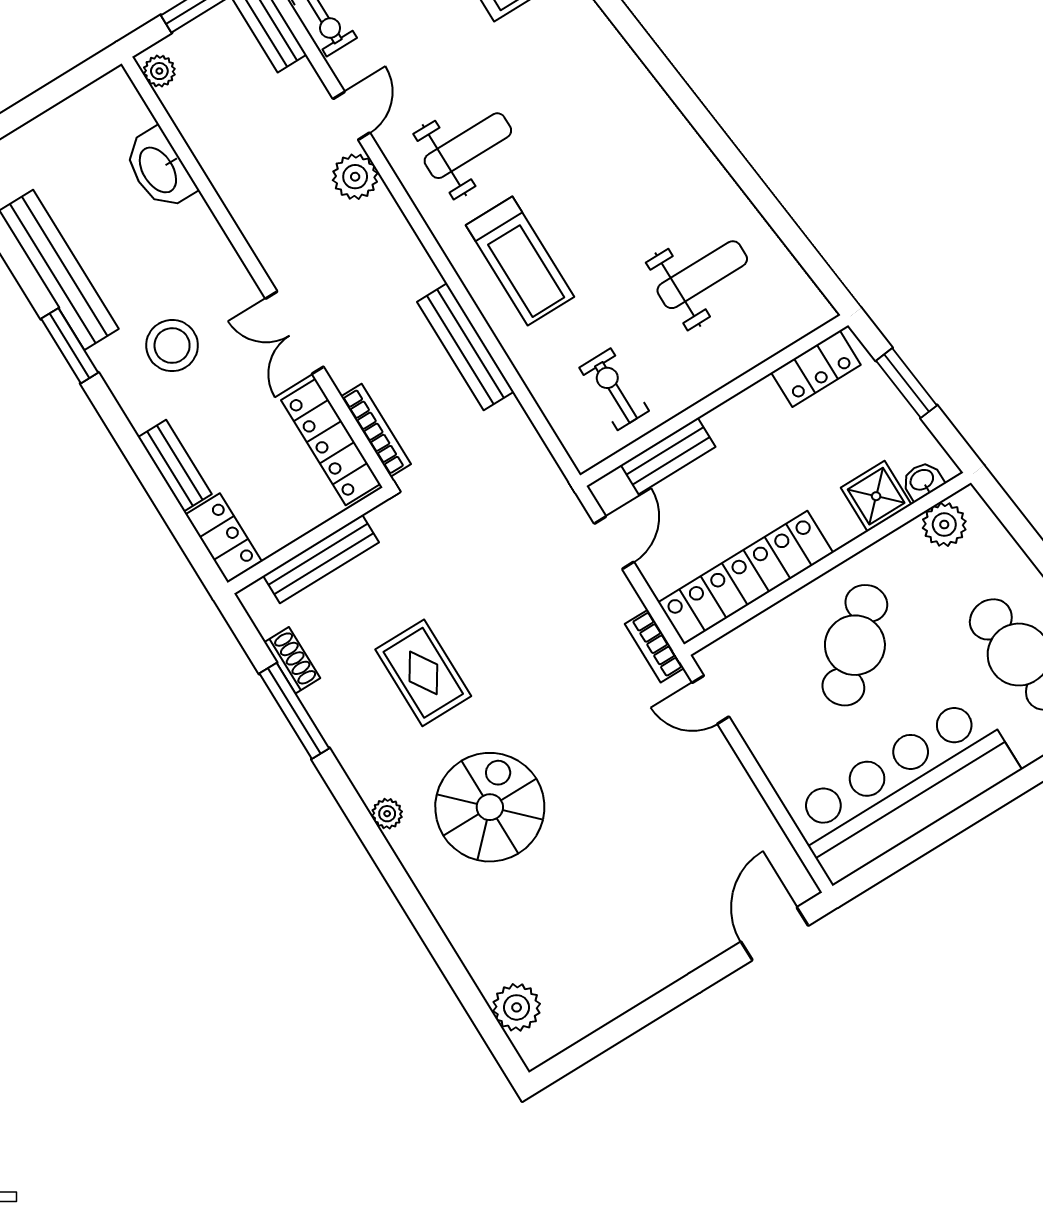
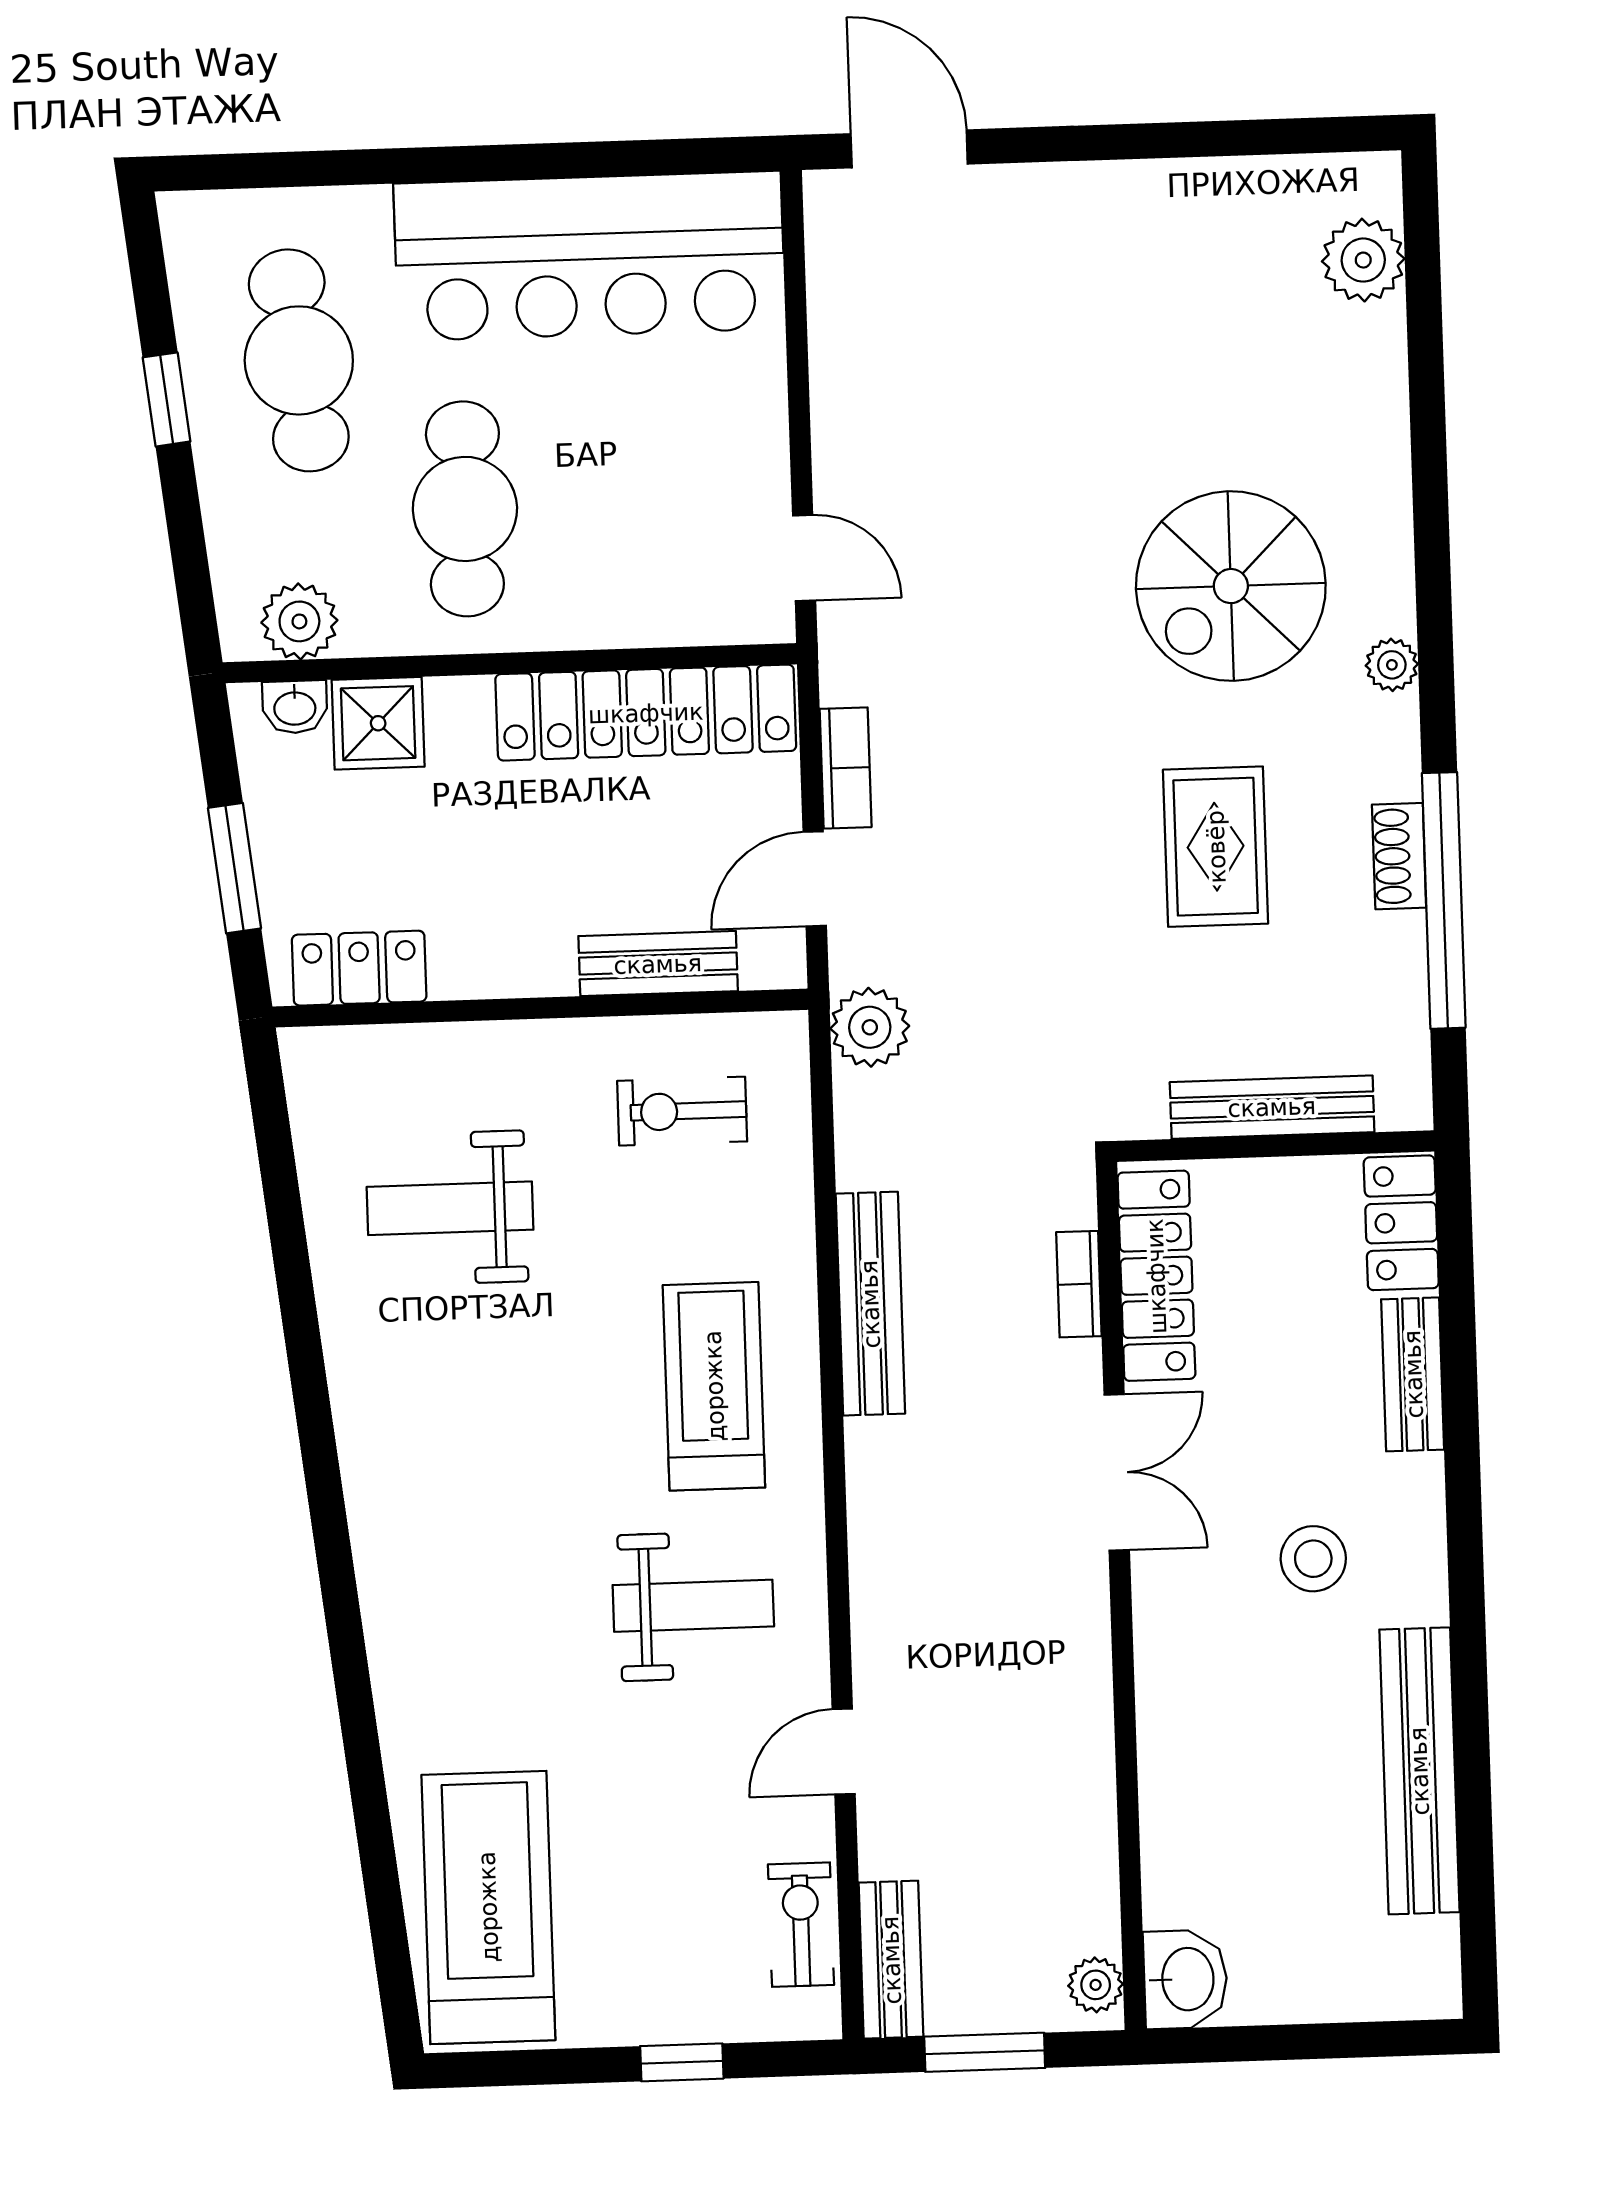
weight bench: (468, 146) -> (693, 1606), turned 180
washbasin: (159, 169) -> (1185, 1979), moved, width x0.72
plant: (355, 177) -> (870, 1027), moved
window: (70, 346) -> (1468, 1647), removed
stool: (172, 346) -> (1313, 1559), width x0.73, depth x0.73
exercise bike: (614, 389) -> (682, 1111), turned 90
bookcase: (376, 430) -> (1079, 1284), width x0.64
cafe table: (855, 645) -> (465, 509), moved, turned -47
bookcase: (654, 646) -> (846, 768), moved
shoe rack: (292, 660) -> (1399, 856), moved
window: (294, 711) -> (1444, 900), width x1.46
door: (775, 934) -> (909, 149), swing flipped

